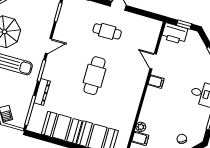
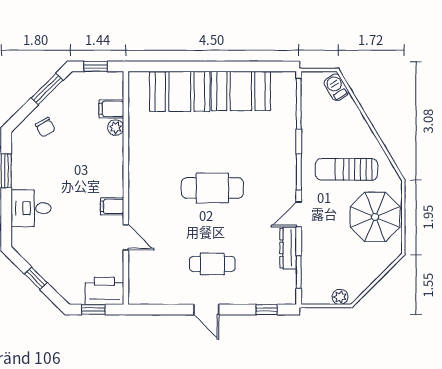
cafe table: (95, 76) -> (212, 188), turned 90
dresser: (42, 92) -> (288, 248), moved

